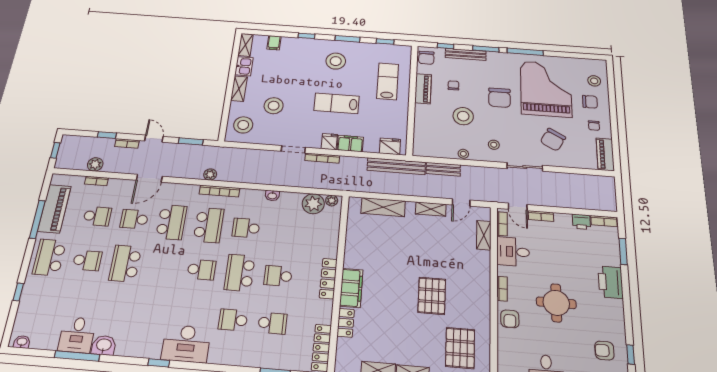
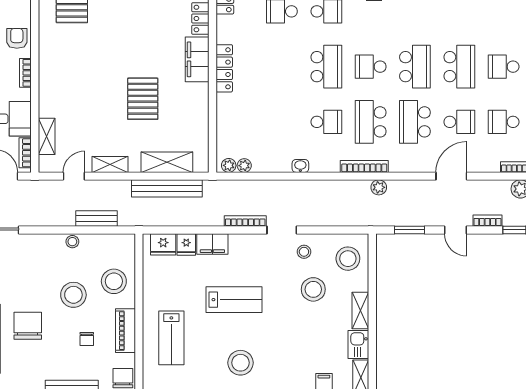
stool: (277, 132) -> (304, 252), added
fridge: (329, 142) -> (186, 244), moved
stool: (494, 145) -> (114, 281), moved, width x1.89, depth x1.89
bench: (396, 166) -> (167, 188), moved
plant: (313, 204) -> (244, 166), width x0.53, depth x0.53
school desk: (278, 276) -> (415, 67), moved, width x1.85
pallet: (432, 296) -> (143, 99), moved

